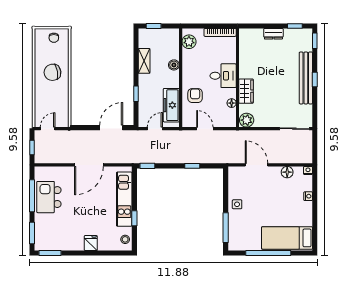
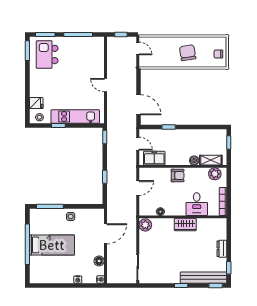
shelving: (144, 61) -> (211, 160), moved
desk: (223, 76) -> (197, 204), moved
bench: (306, 78) -> (204, 278), moved
wardrobe: (246, 91) -> (185, 224), moved
armchair: (195, 96) -> (178, 175), moved
freezer: (171, 105) -> (154, 158), width x0.71
door: (89, 165) -> (106, 85), width x0.53
kitchen island: (49, 197) -> (47, 54), moved, turned -90
bed: (287, 238) -> (52, 245), moved, turned 90
fridge: (91, 243) -> (36, 103), moved

